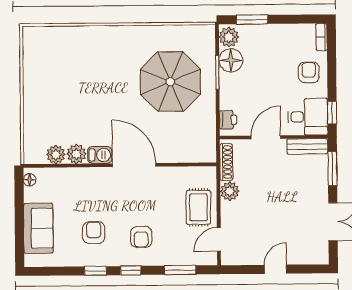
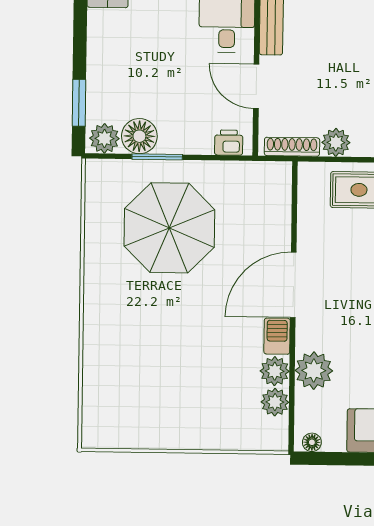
armchair: (309, 72) -> (160, 20), removed
plant: (77, 180) -> (314, 371), added

